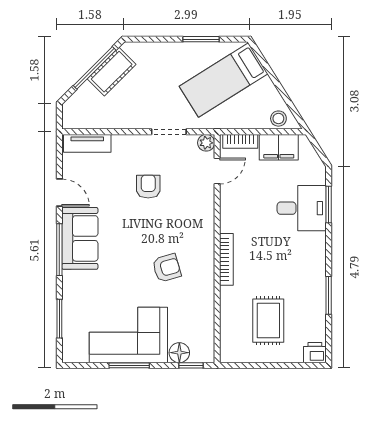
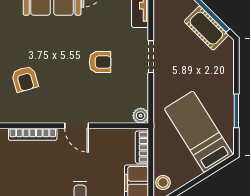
doorway: (169, 132) -> (151, 57), moved
door: (217, 171) -> (77, 126), moved

